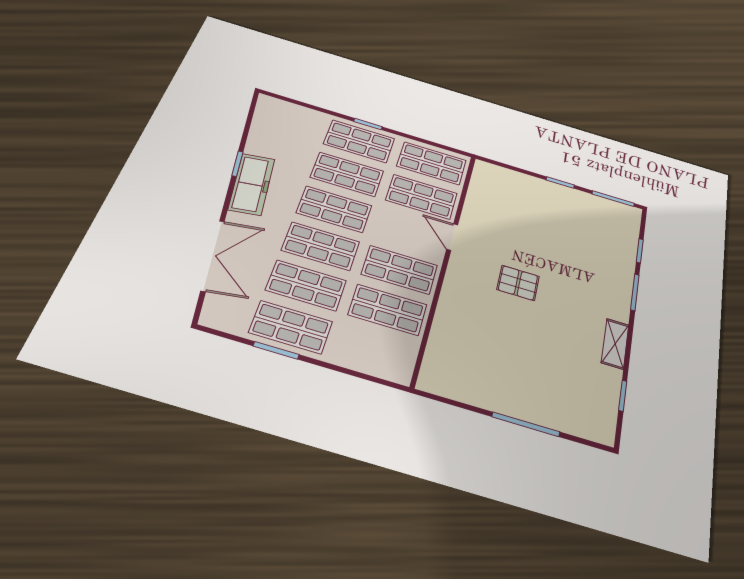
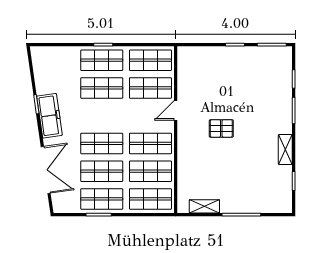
shop shelf: (334, 209) -> (150, 199), moved
door: (452, 237) -> (176, 110), hinge flipped
shelving: (465, 392) -> (204, 206), added

